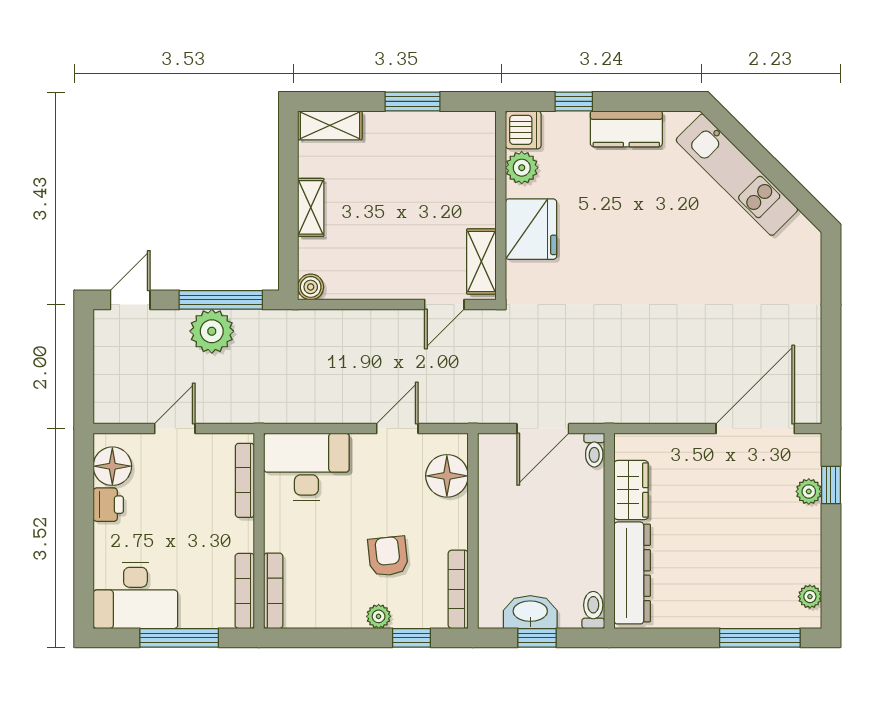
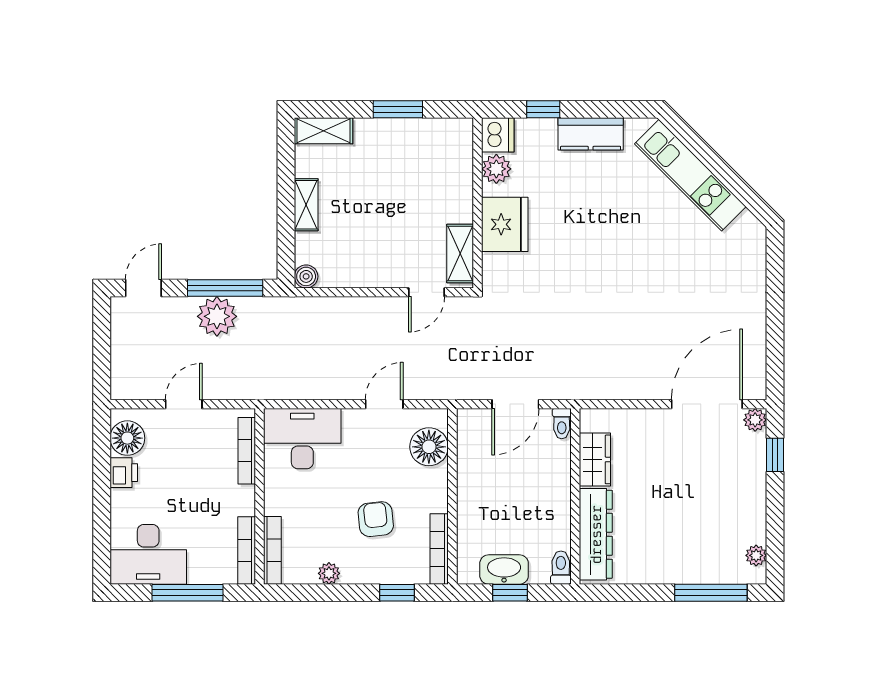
plant: (809, 491) -> (755, 420), moved
plant: (379, 616) -> (329, 573), moved

